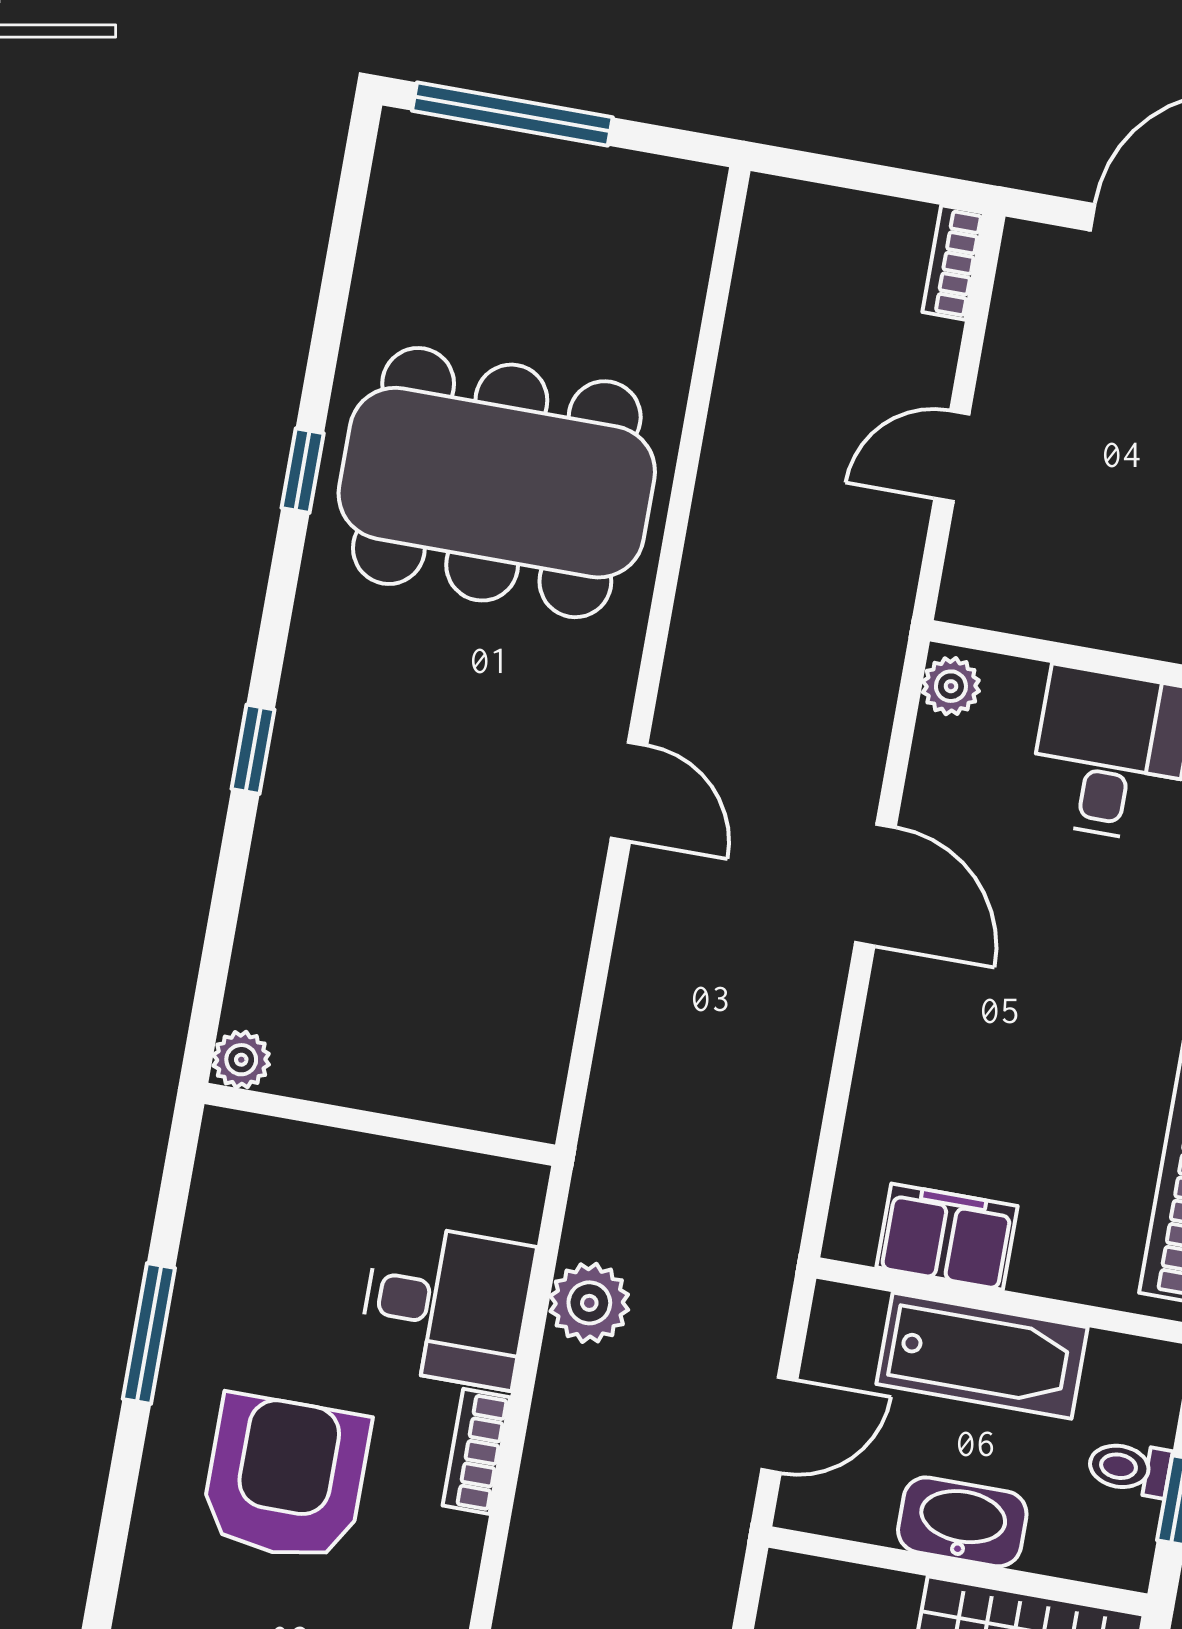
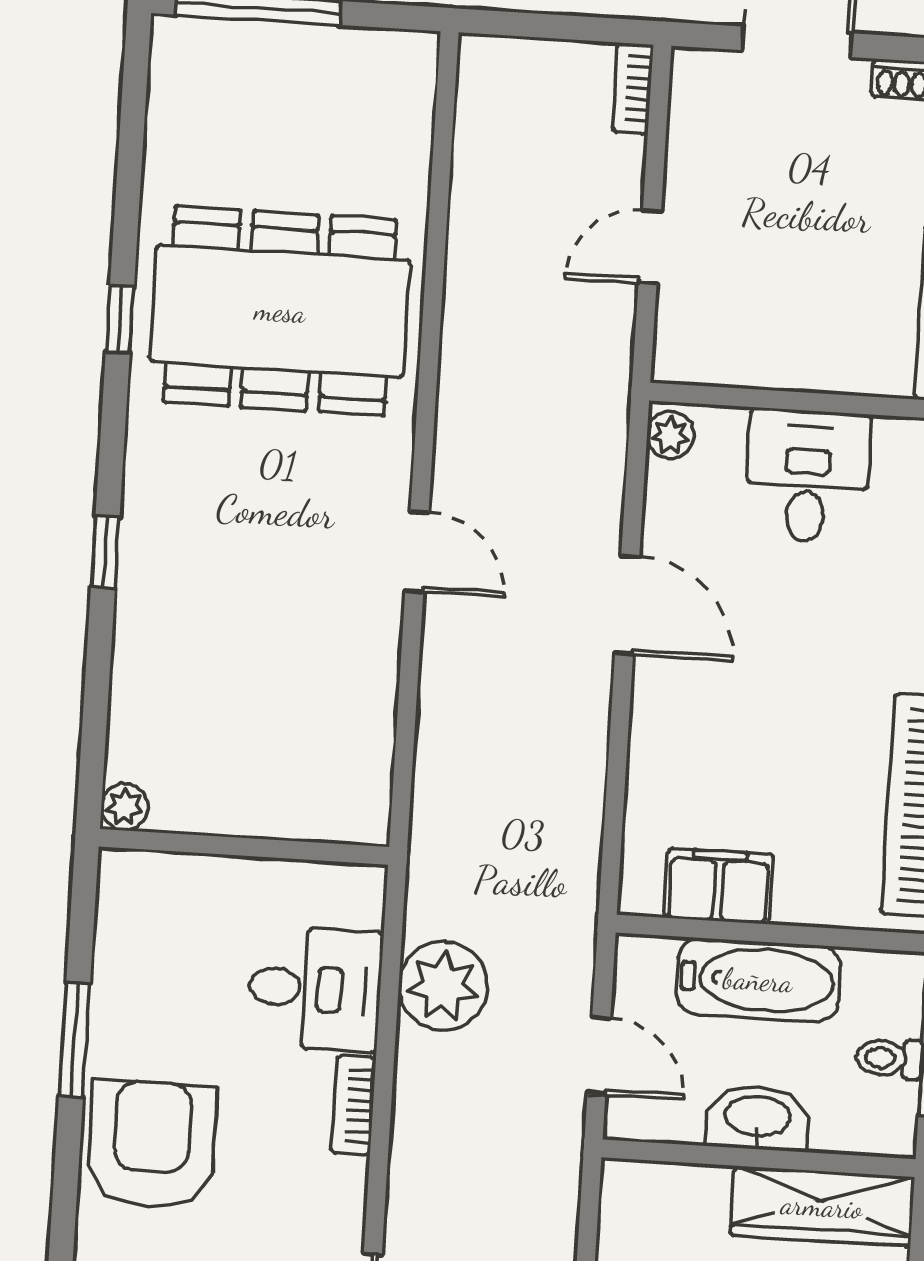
plant: (589, 1303) -> (443, 986), width x1.36, depth x1.36
door: (779, 1425) -> (599, 1056), hinge flipped
armchair: (286, 1478) -> (152, 1144), moved

